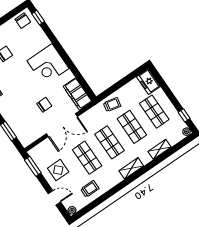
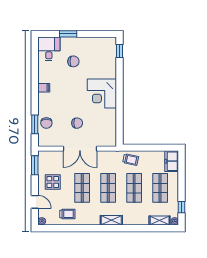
chair: (23, 21) -> (46, 123), moved
filing cabinet: (78, 94) -> (109, 133), removed
shelving: (159, 149) -> (160, 221), moved

